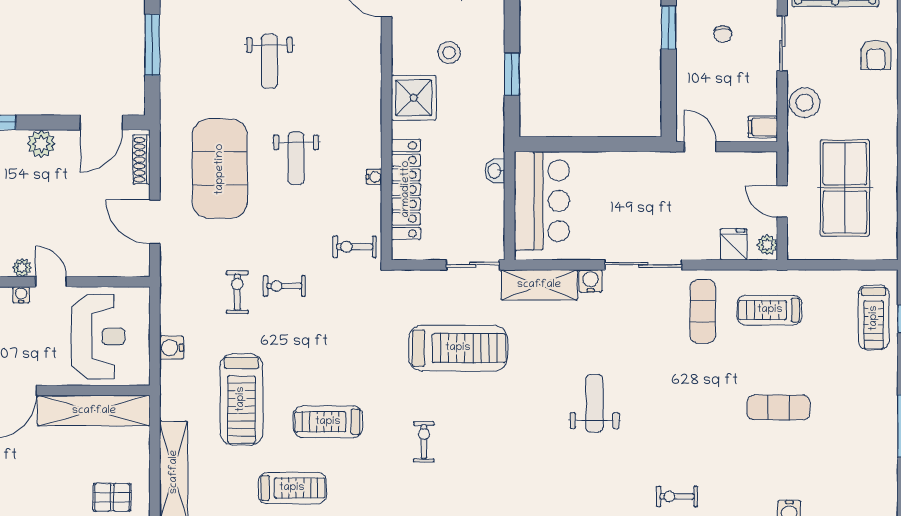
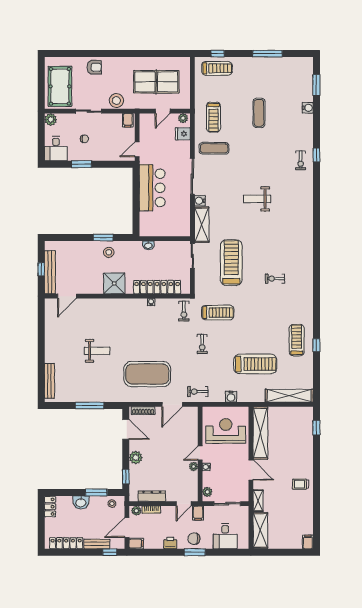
stool: (449, 53) -> (109, 252), moved
weight bench: (296, 158) -> (142, 338), removed
bar counter: (542, 201) -> (152, 188), moved, turned 90
exercise bike: (237, 292) -> (198, 392), moved
treadmill: (328, 422) -> (218, 313), moved, turned -90
pallet: (112, 497) -> (301, 424), removed

